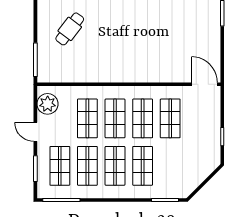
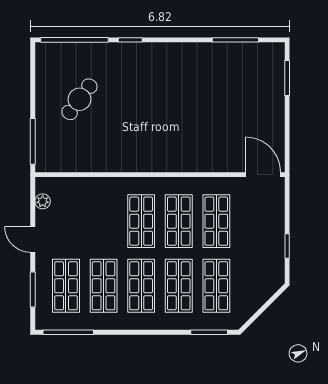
plant: (48, 104) -> (43, 201), width x0.53, depth x0.53
shop shelf: (87, 118) -> (216, 286), moved

